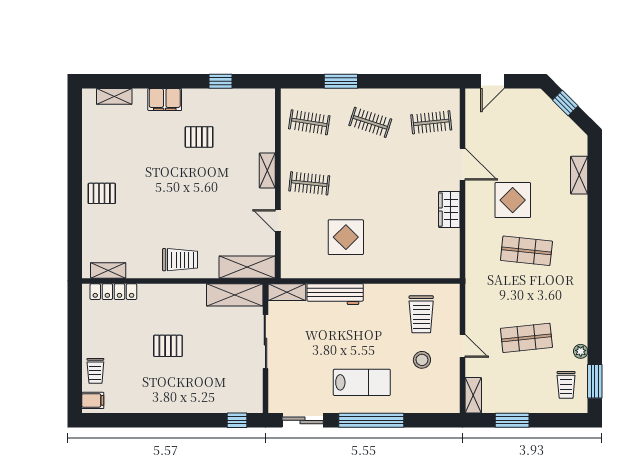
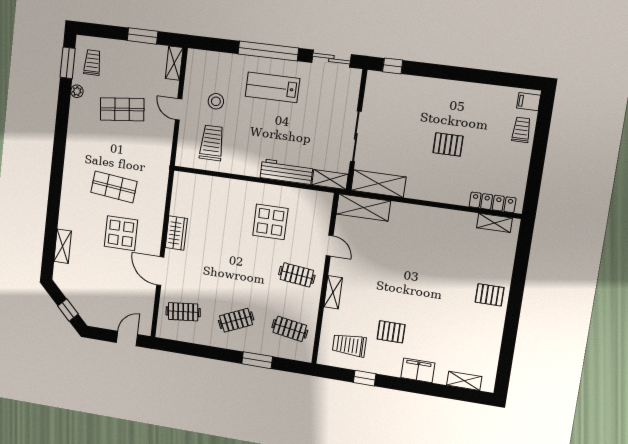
clothes rail: (370, 122) -> (236, 320), turned -42
trolley: (180, 260) -> (349, 345), moved

